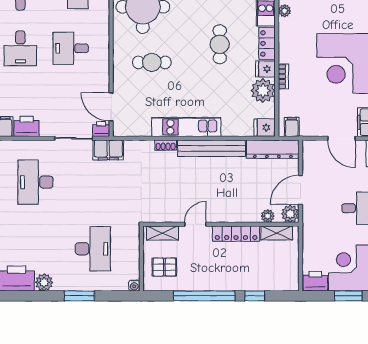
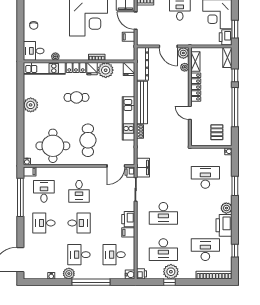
cafe table: (152, 62) -> (88, 140), width x1.37, depth x1.35
filing cabinet: (292, 127) -> (129, 37), moved
door: (341, 138) -> (136, 21), swing flipped
shelving: (162, 233) -> (227, 58), moved
window: (348, 296) -> (235, 29), moved

